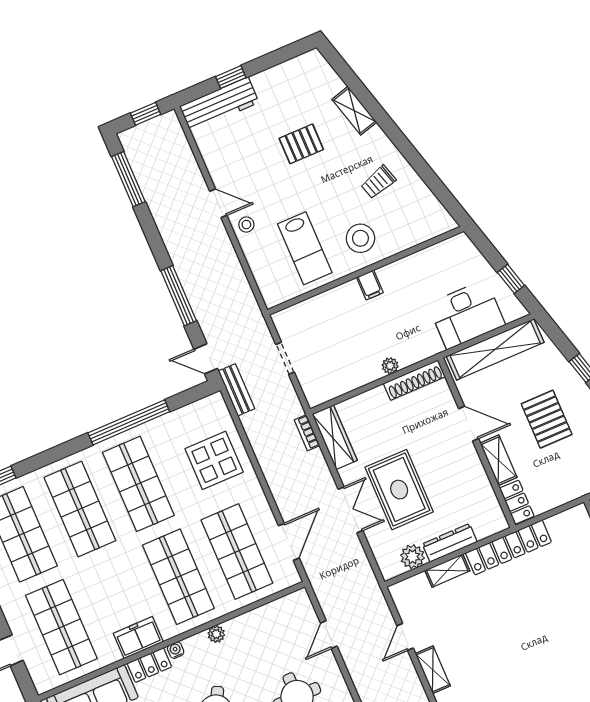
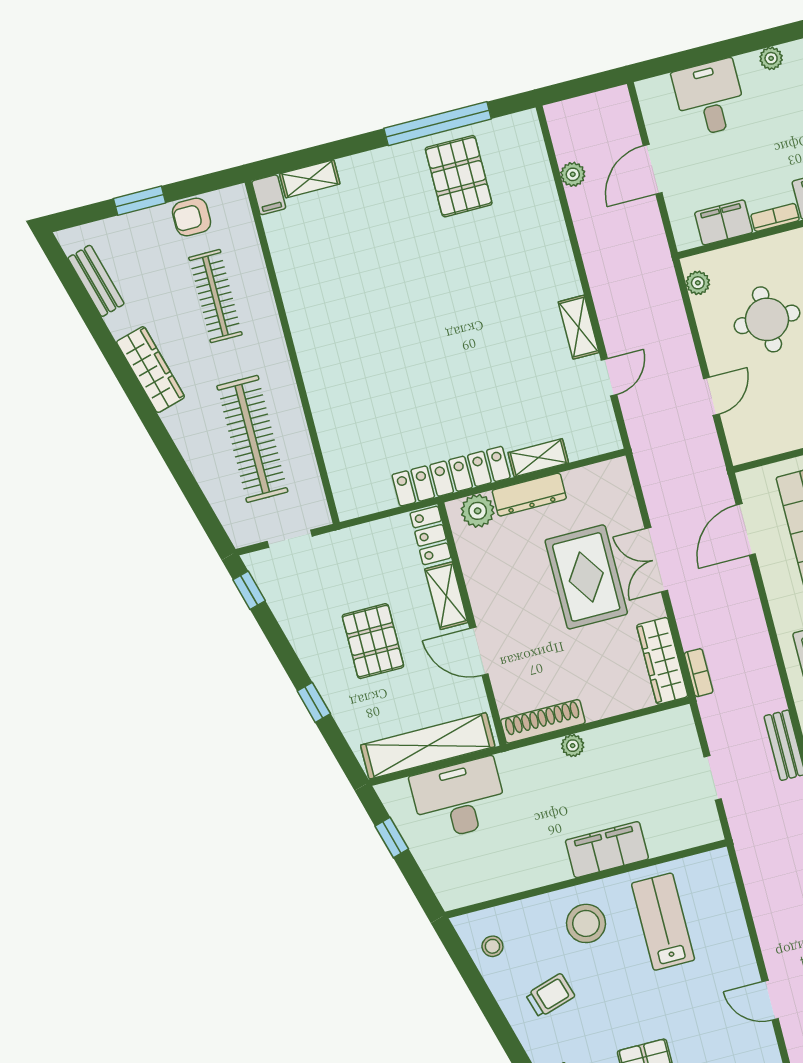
stool: (246, 225) -> (492, 946), moved
filing cabinet: (370, 285) -> (607, 850), width x3.00, depth x1.17
plant: (412, 557) -> (478, 511), moved

